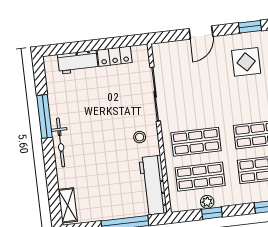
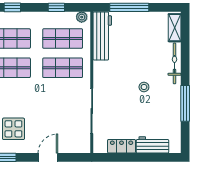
stool: (140, 137) -> (144, 87), moved
bicycle: (61, 142) -> (175, 63), moved
plant: (207, 202) -> (82, 17), moved

